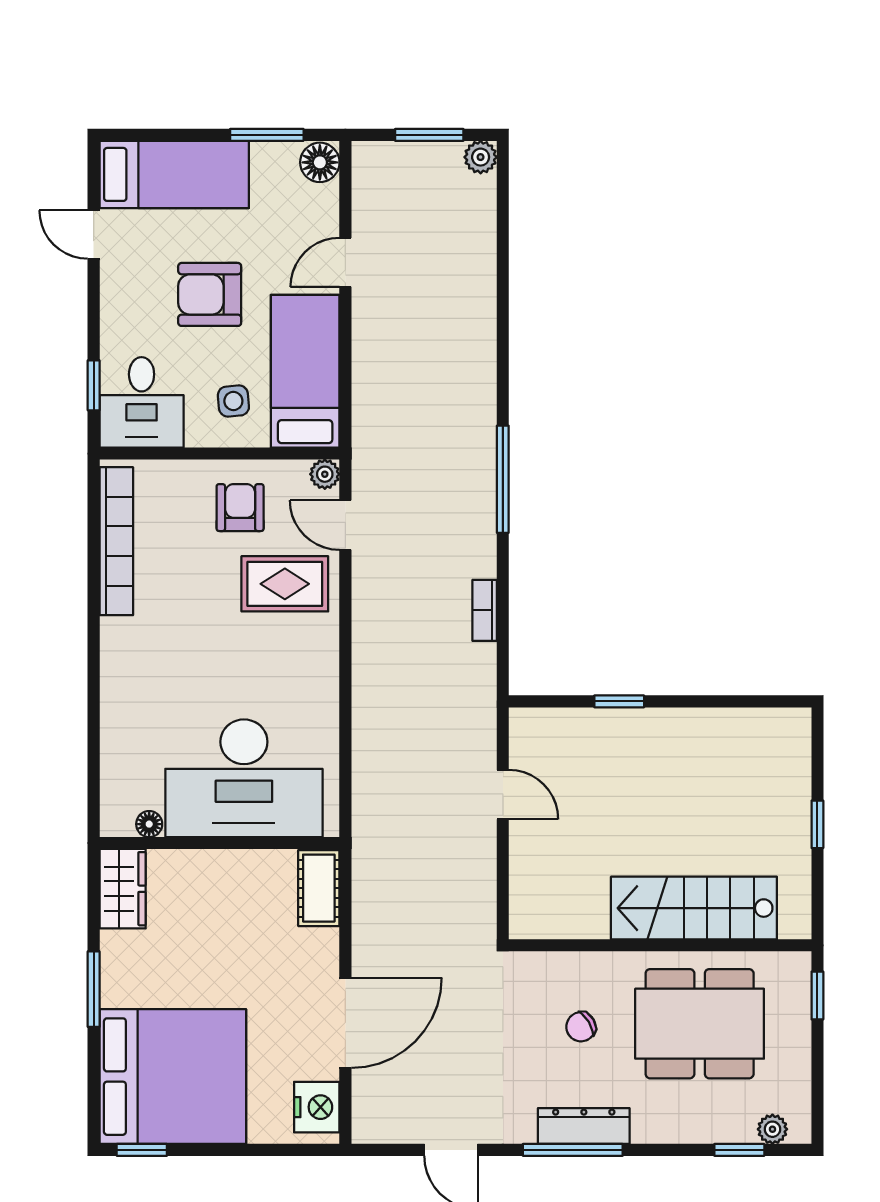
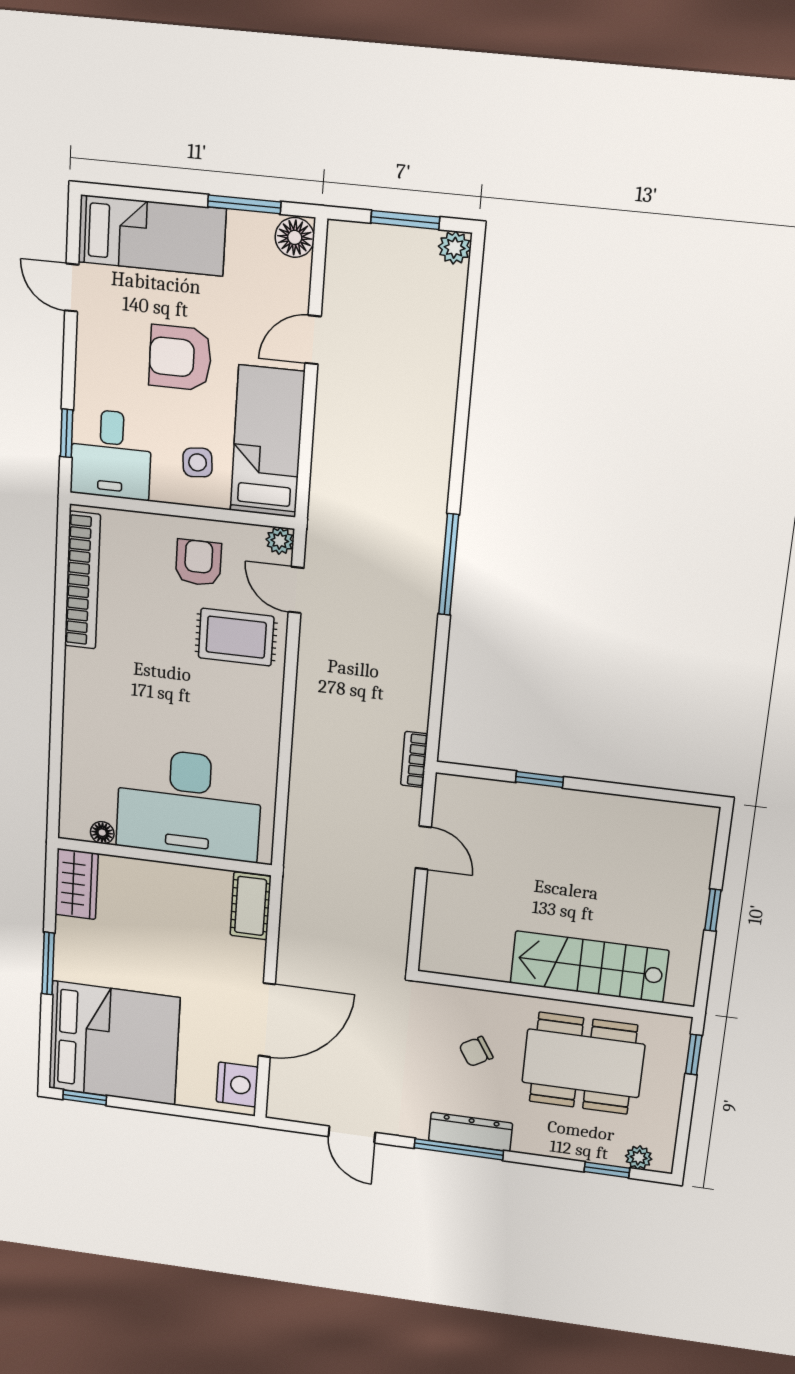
bookcase: (485, 610) -> (414, 759), moved

